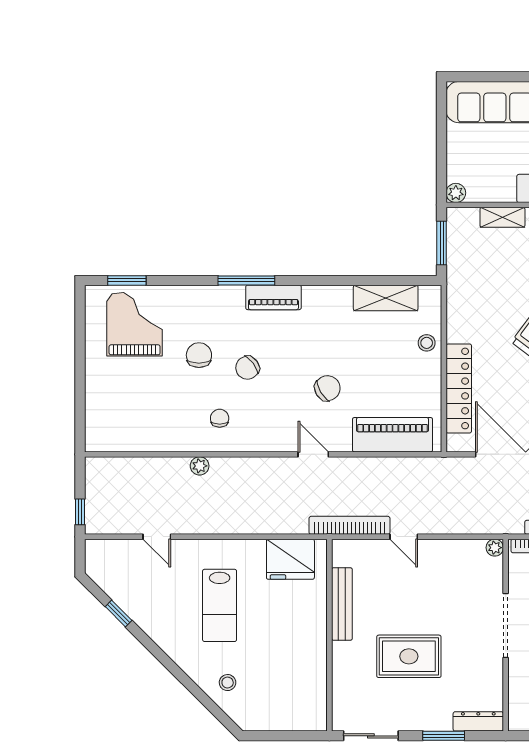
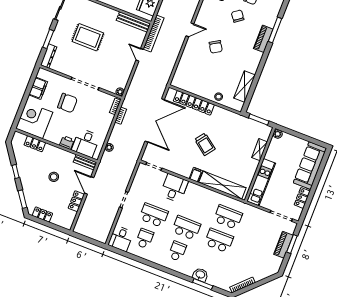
piano: (393, 435) -> (185, 67), removed
door: (404, 537) -> (140, 55), hinge flipped
bench: (342, 604) -> (133, 22), moved
rug: (409, 656) -> (88, 37), turned 90

